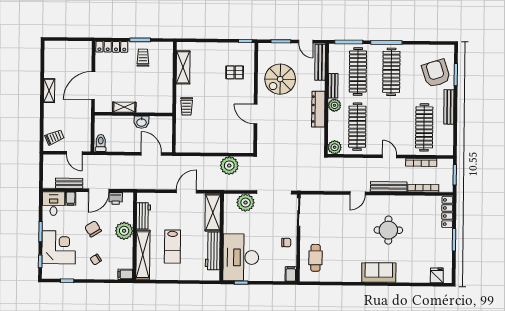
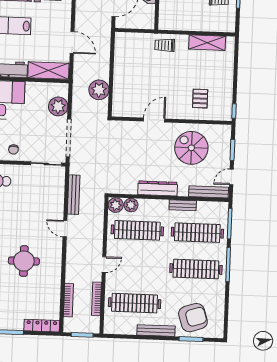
plant: (335, 105) -> (131, 205), moved
bench: (389, 187) -> (74, 195), moved

